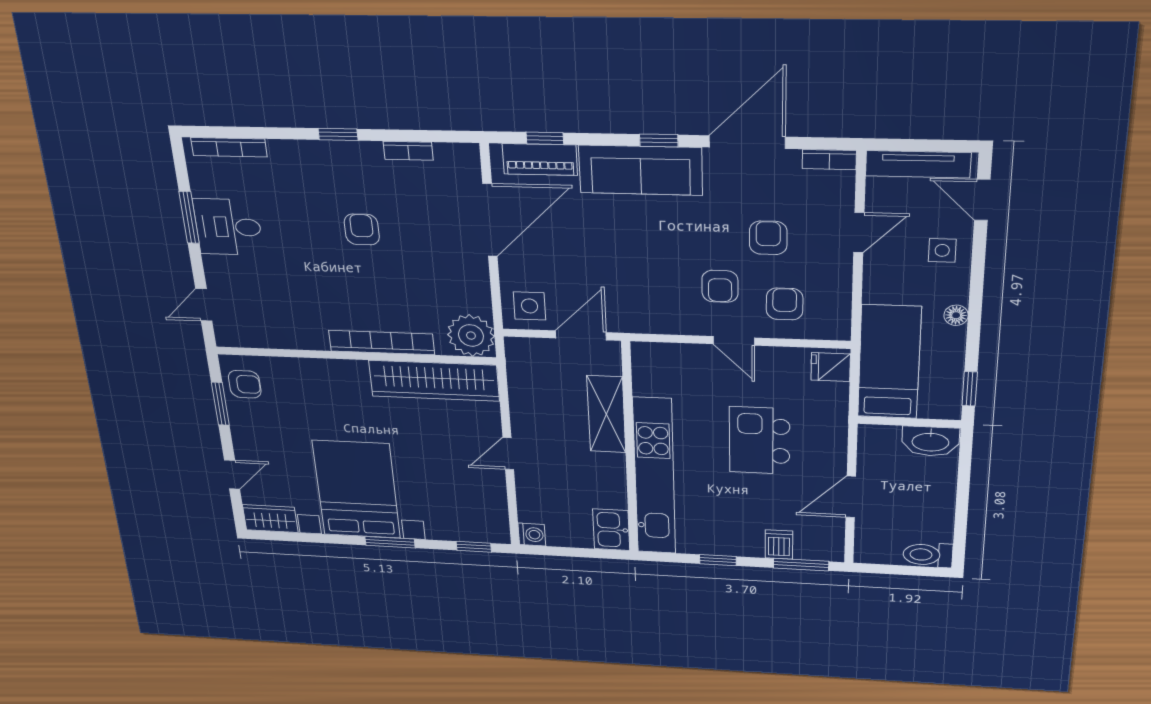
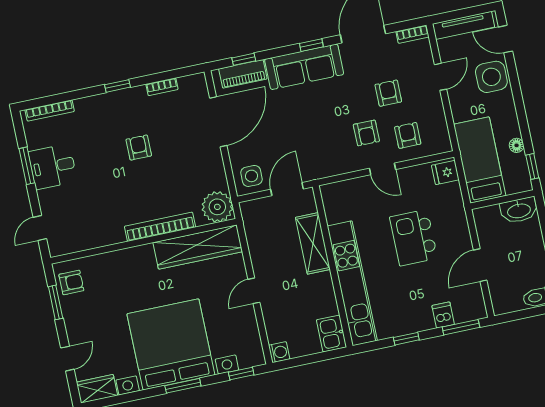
side table: (942, 250) -> (491, 77), width x1.87, depth x1.87
floor lamp: (956, 315) -> (517, 145), moved
bed with nightstands: (356, 490) -> (171, 344), width x1.36

